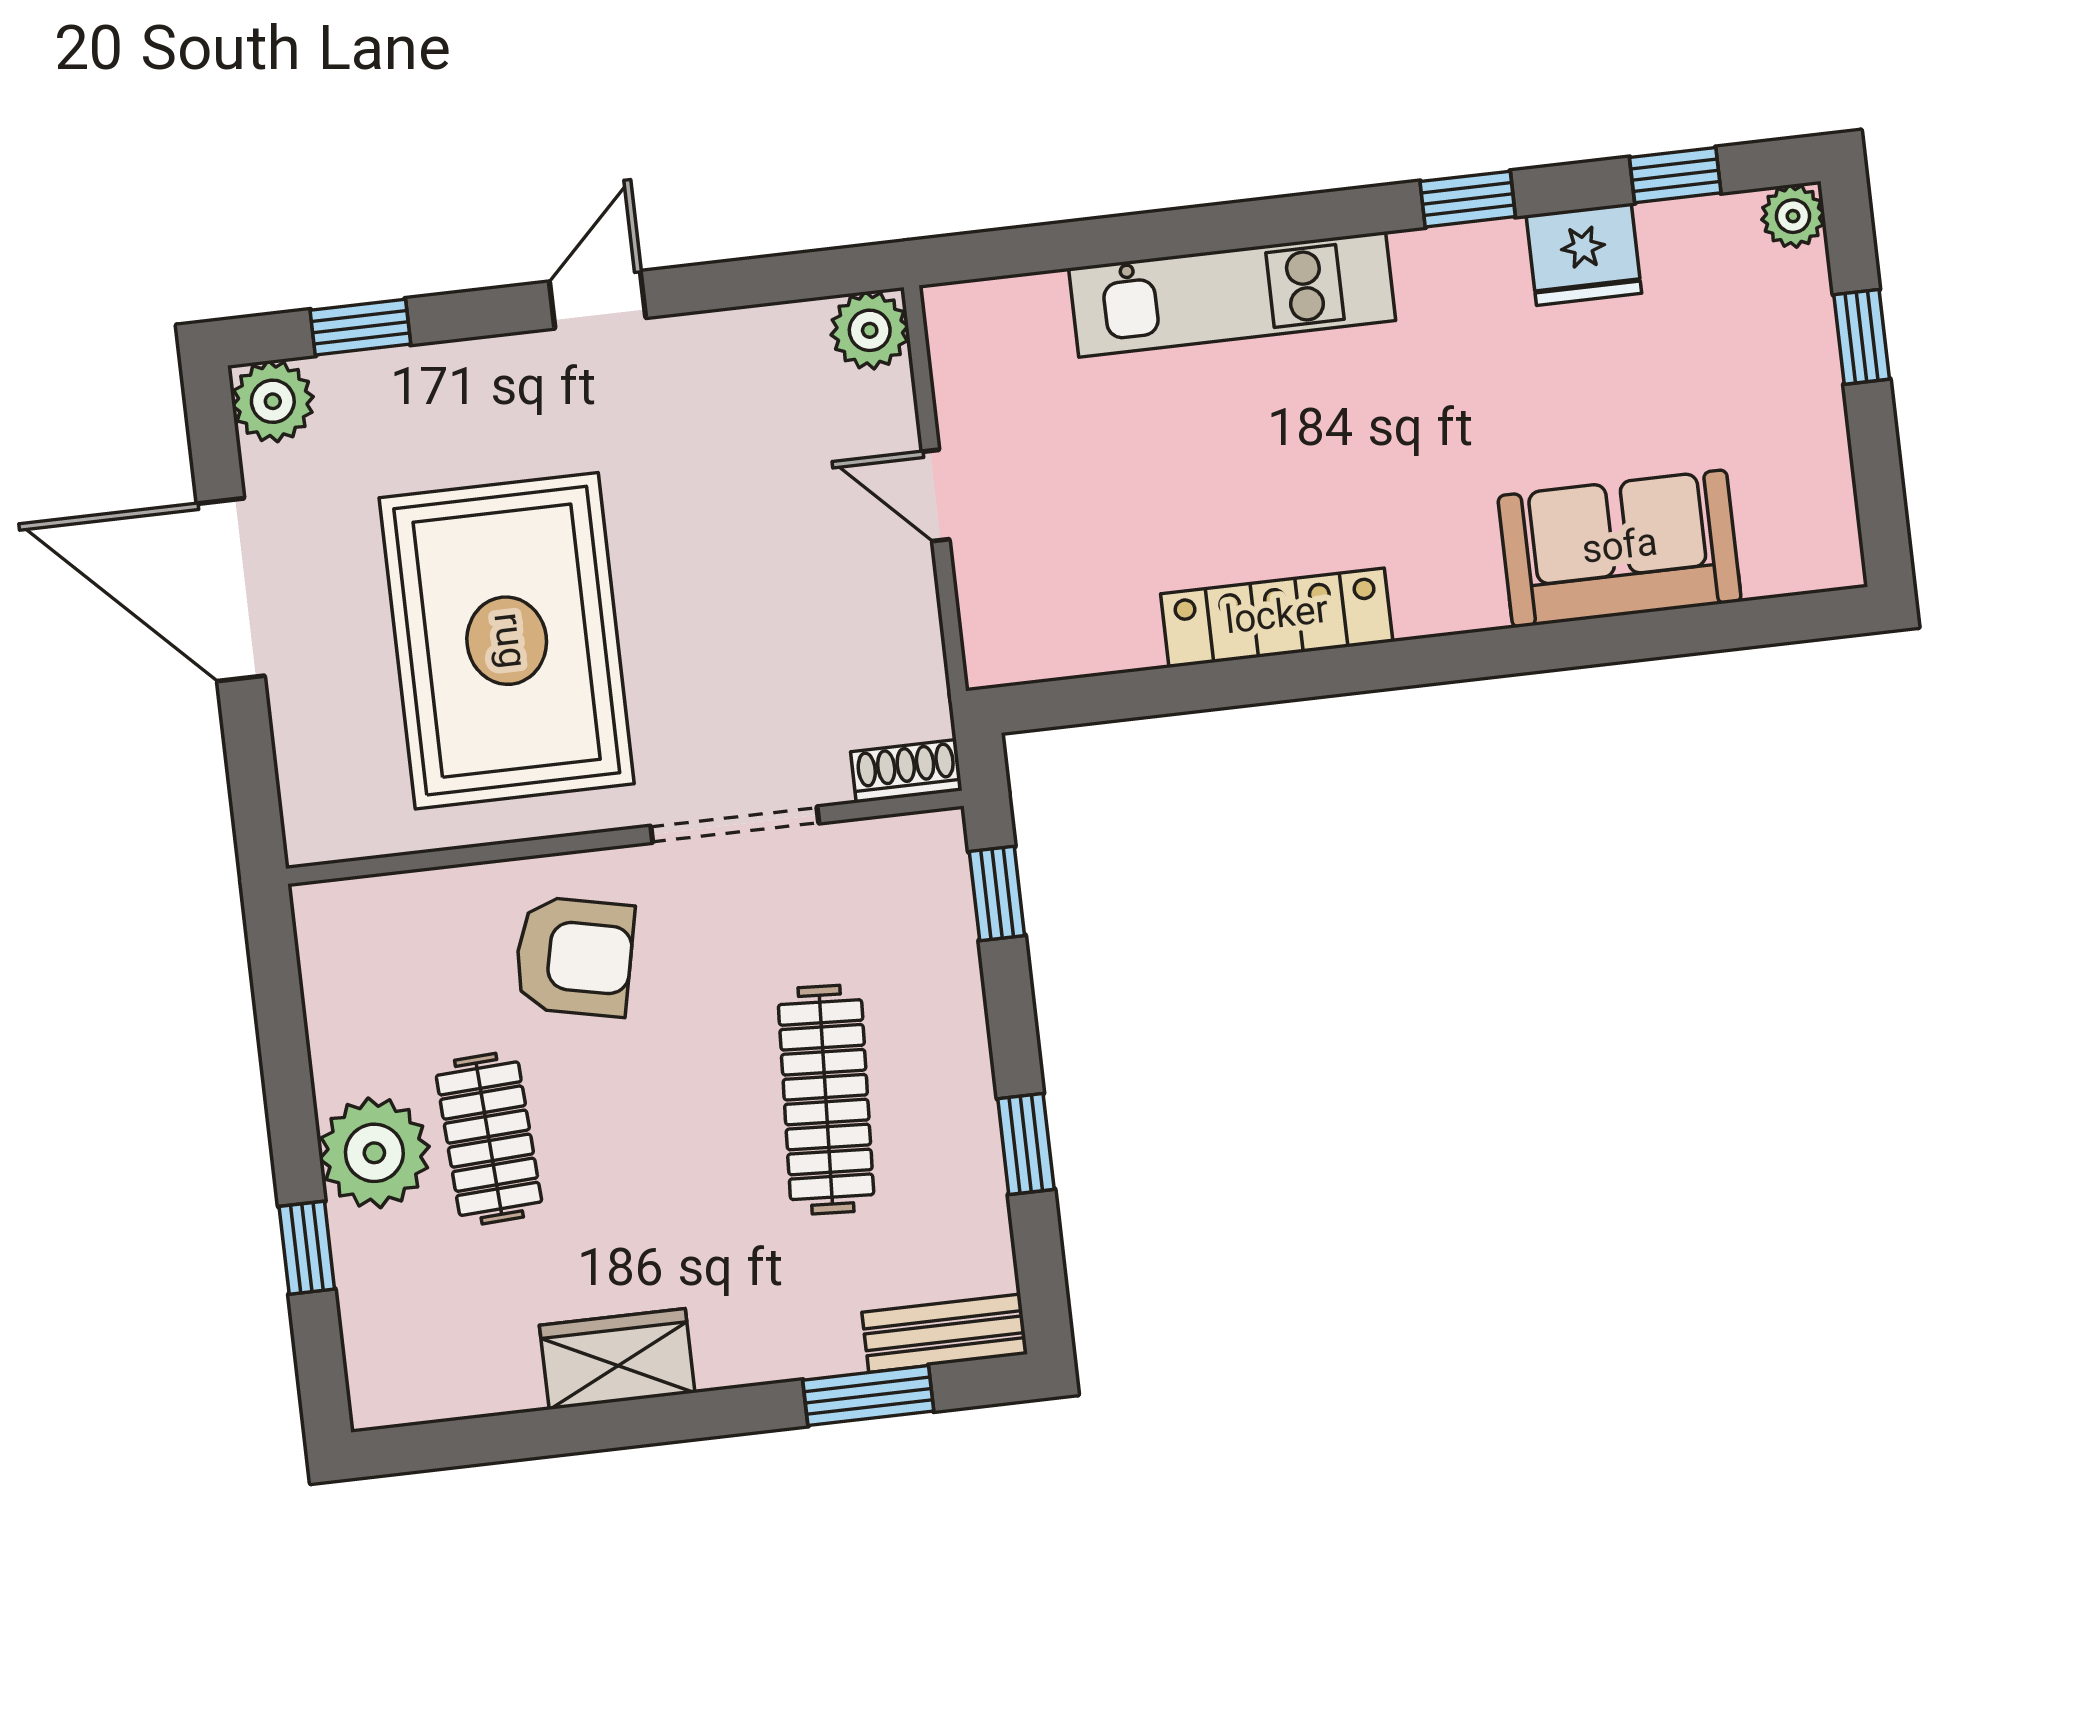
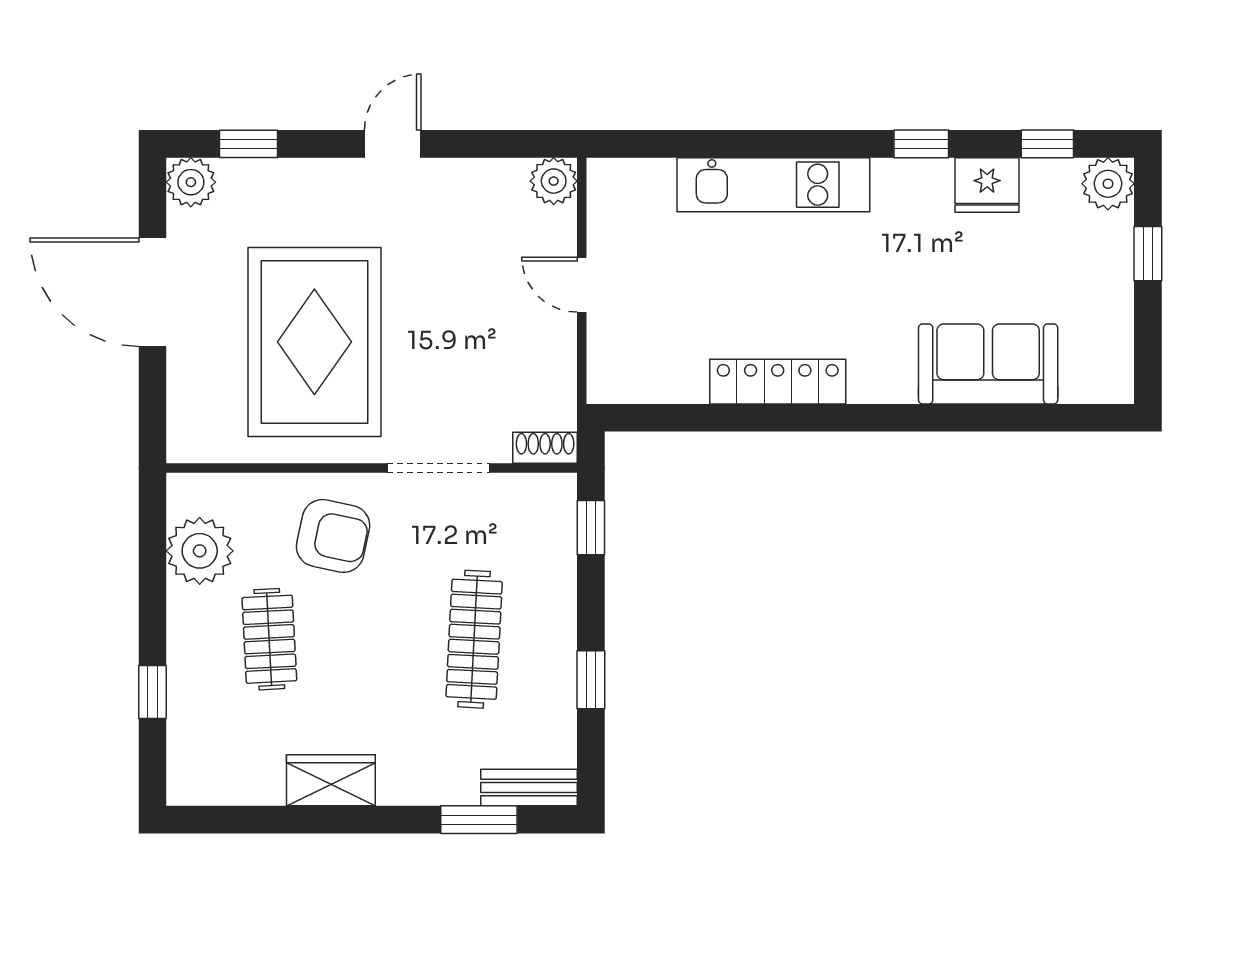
plant: (1793, 216) -> (1108, 184), width x1.38, depth x1.38
plant: (374, 1153) -> (200, 551), moved

